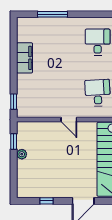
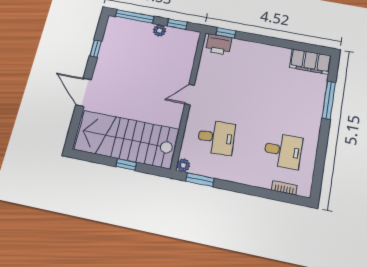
filing cabinet: (25, 58) -> (310, 62), moved
printer: (24, 105) -> (219, 44), added
window: (14, 177) -> (135, 16), added

